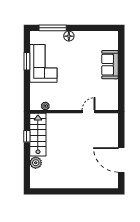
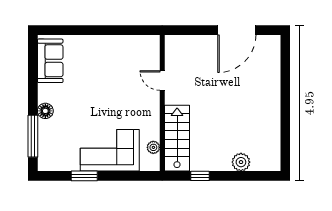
corner sofa: (43, 63) -> (110, 150), moved
sofa: (110, 65) -> (50, 61), moved, turned -90
stairs: (38, 135) -> (177, 138), moved, turned 90

